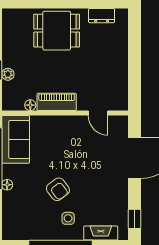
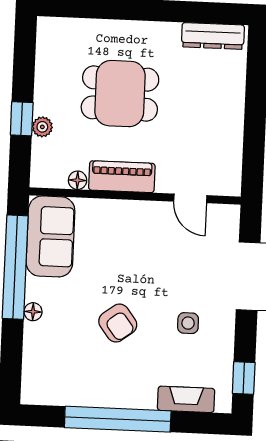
dresser: (102, 16) -> (213, 36), width x1.44
dining table: (57, 31) -> (120, 94), moved
side table: (68, 218) -> (188, 323), moved

